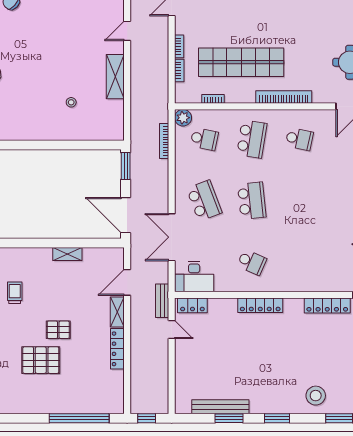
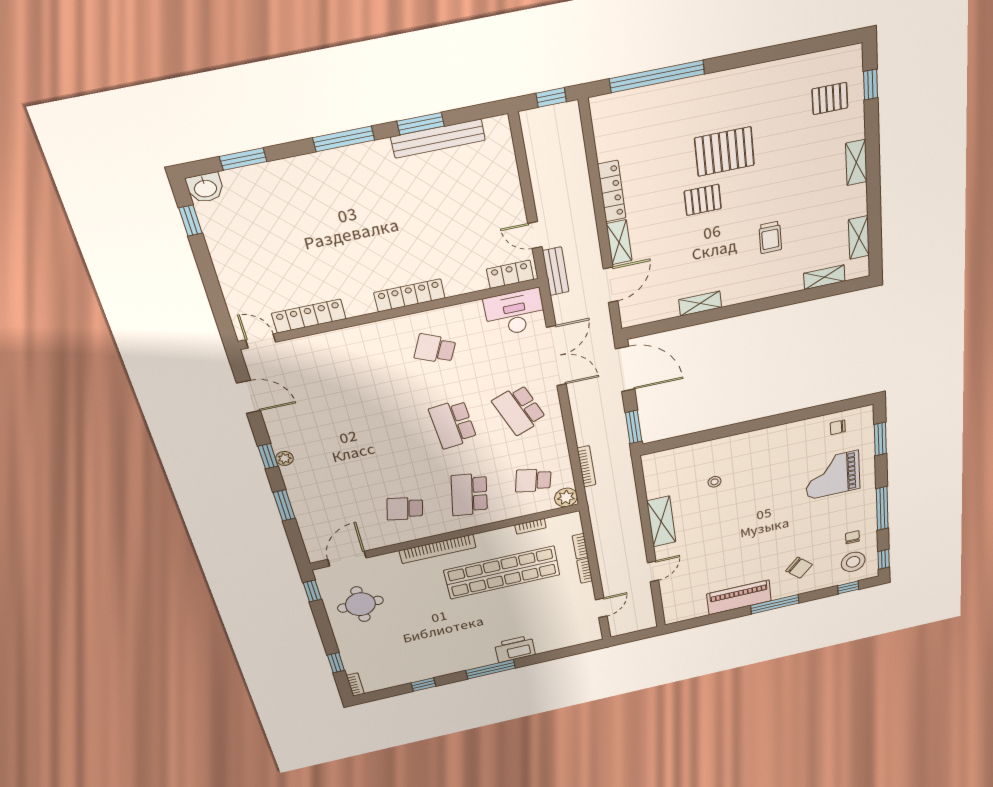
stool: (316, 396) -> (291, 186), removed
window: (277, 418) -> (344, 139), width x1.44

